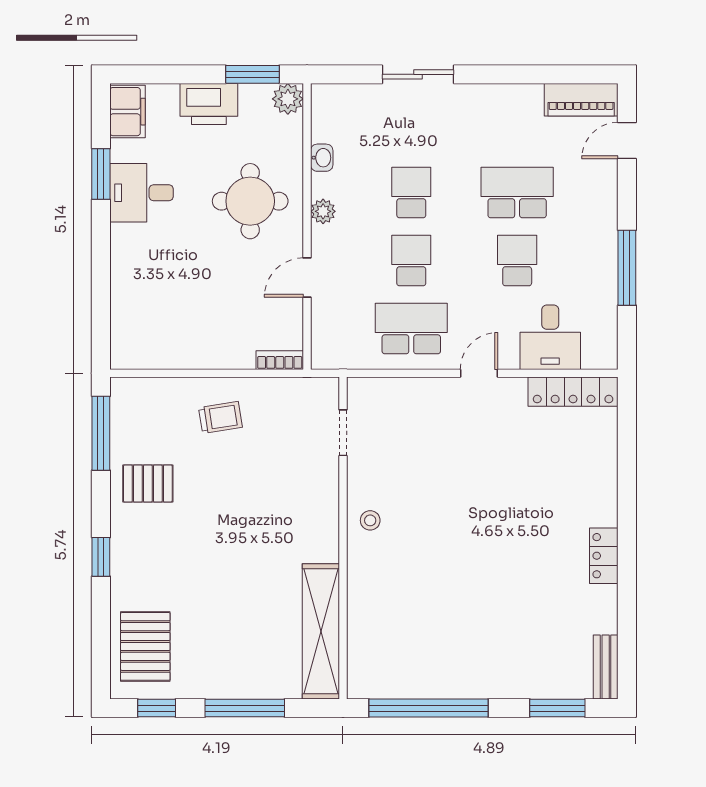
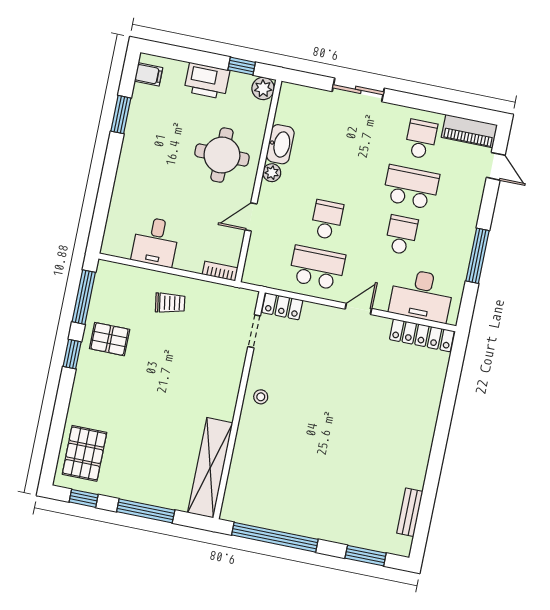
window: (252, 74) -> (242, 66), width x0.67
filing cabinet: (128, 112) -> (149, 74), width x0.50
door: (627, 141) -> (496, 166), swing flipped
washbasin: (322, 158) -> (280, 144), width x1.91, depth x1.45
school desk: (411, 192) -> (421, 139), moved
desk: (142, 193) -> (156, 242), moved, turned -90
desk: (550, 337) -> (422, 295), width x1.37
locker: (604, 556) -> (282, 306), moved, turned -90
window: (101, 557) -> (72, 354), moved
bench: (606, 667) -> (410, 512), moved

